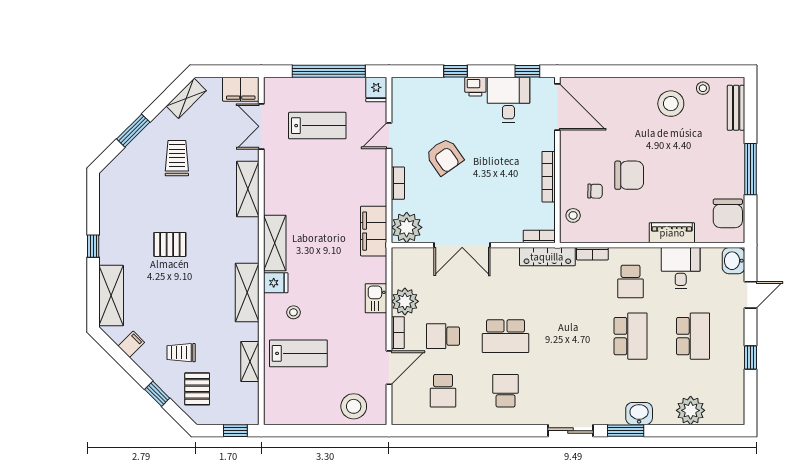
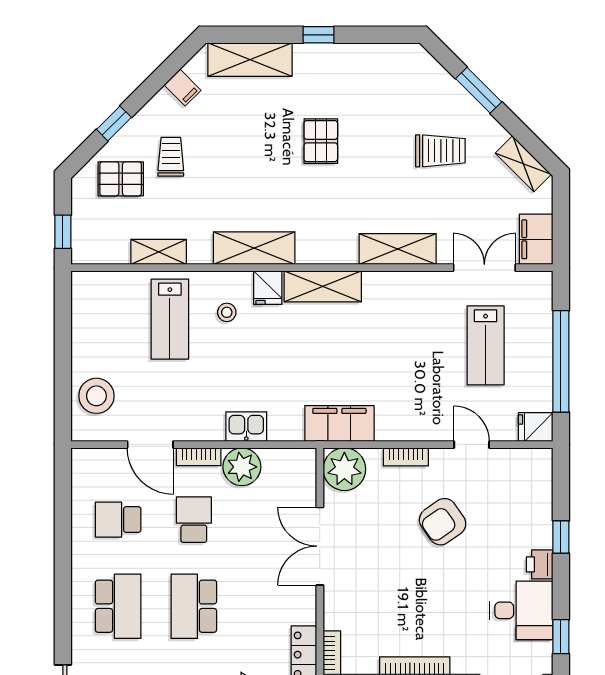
school desk: (506, 391) -> (118, 606), width x1.85

